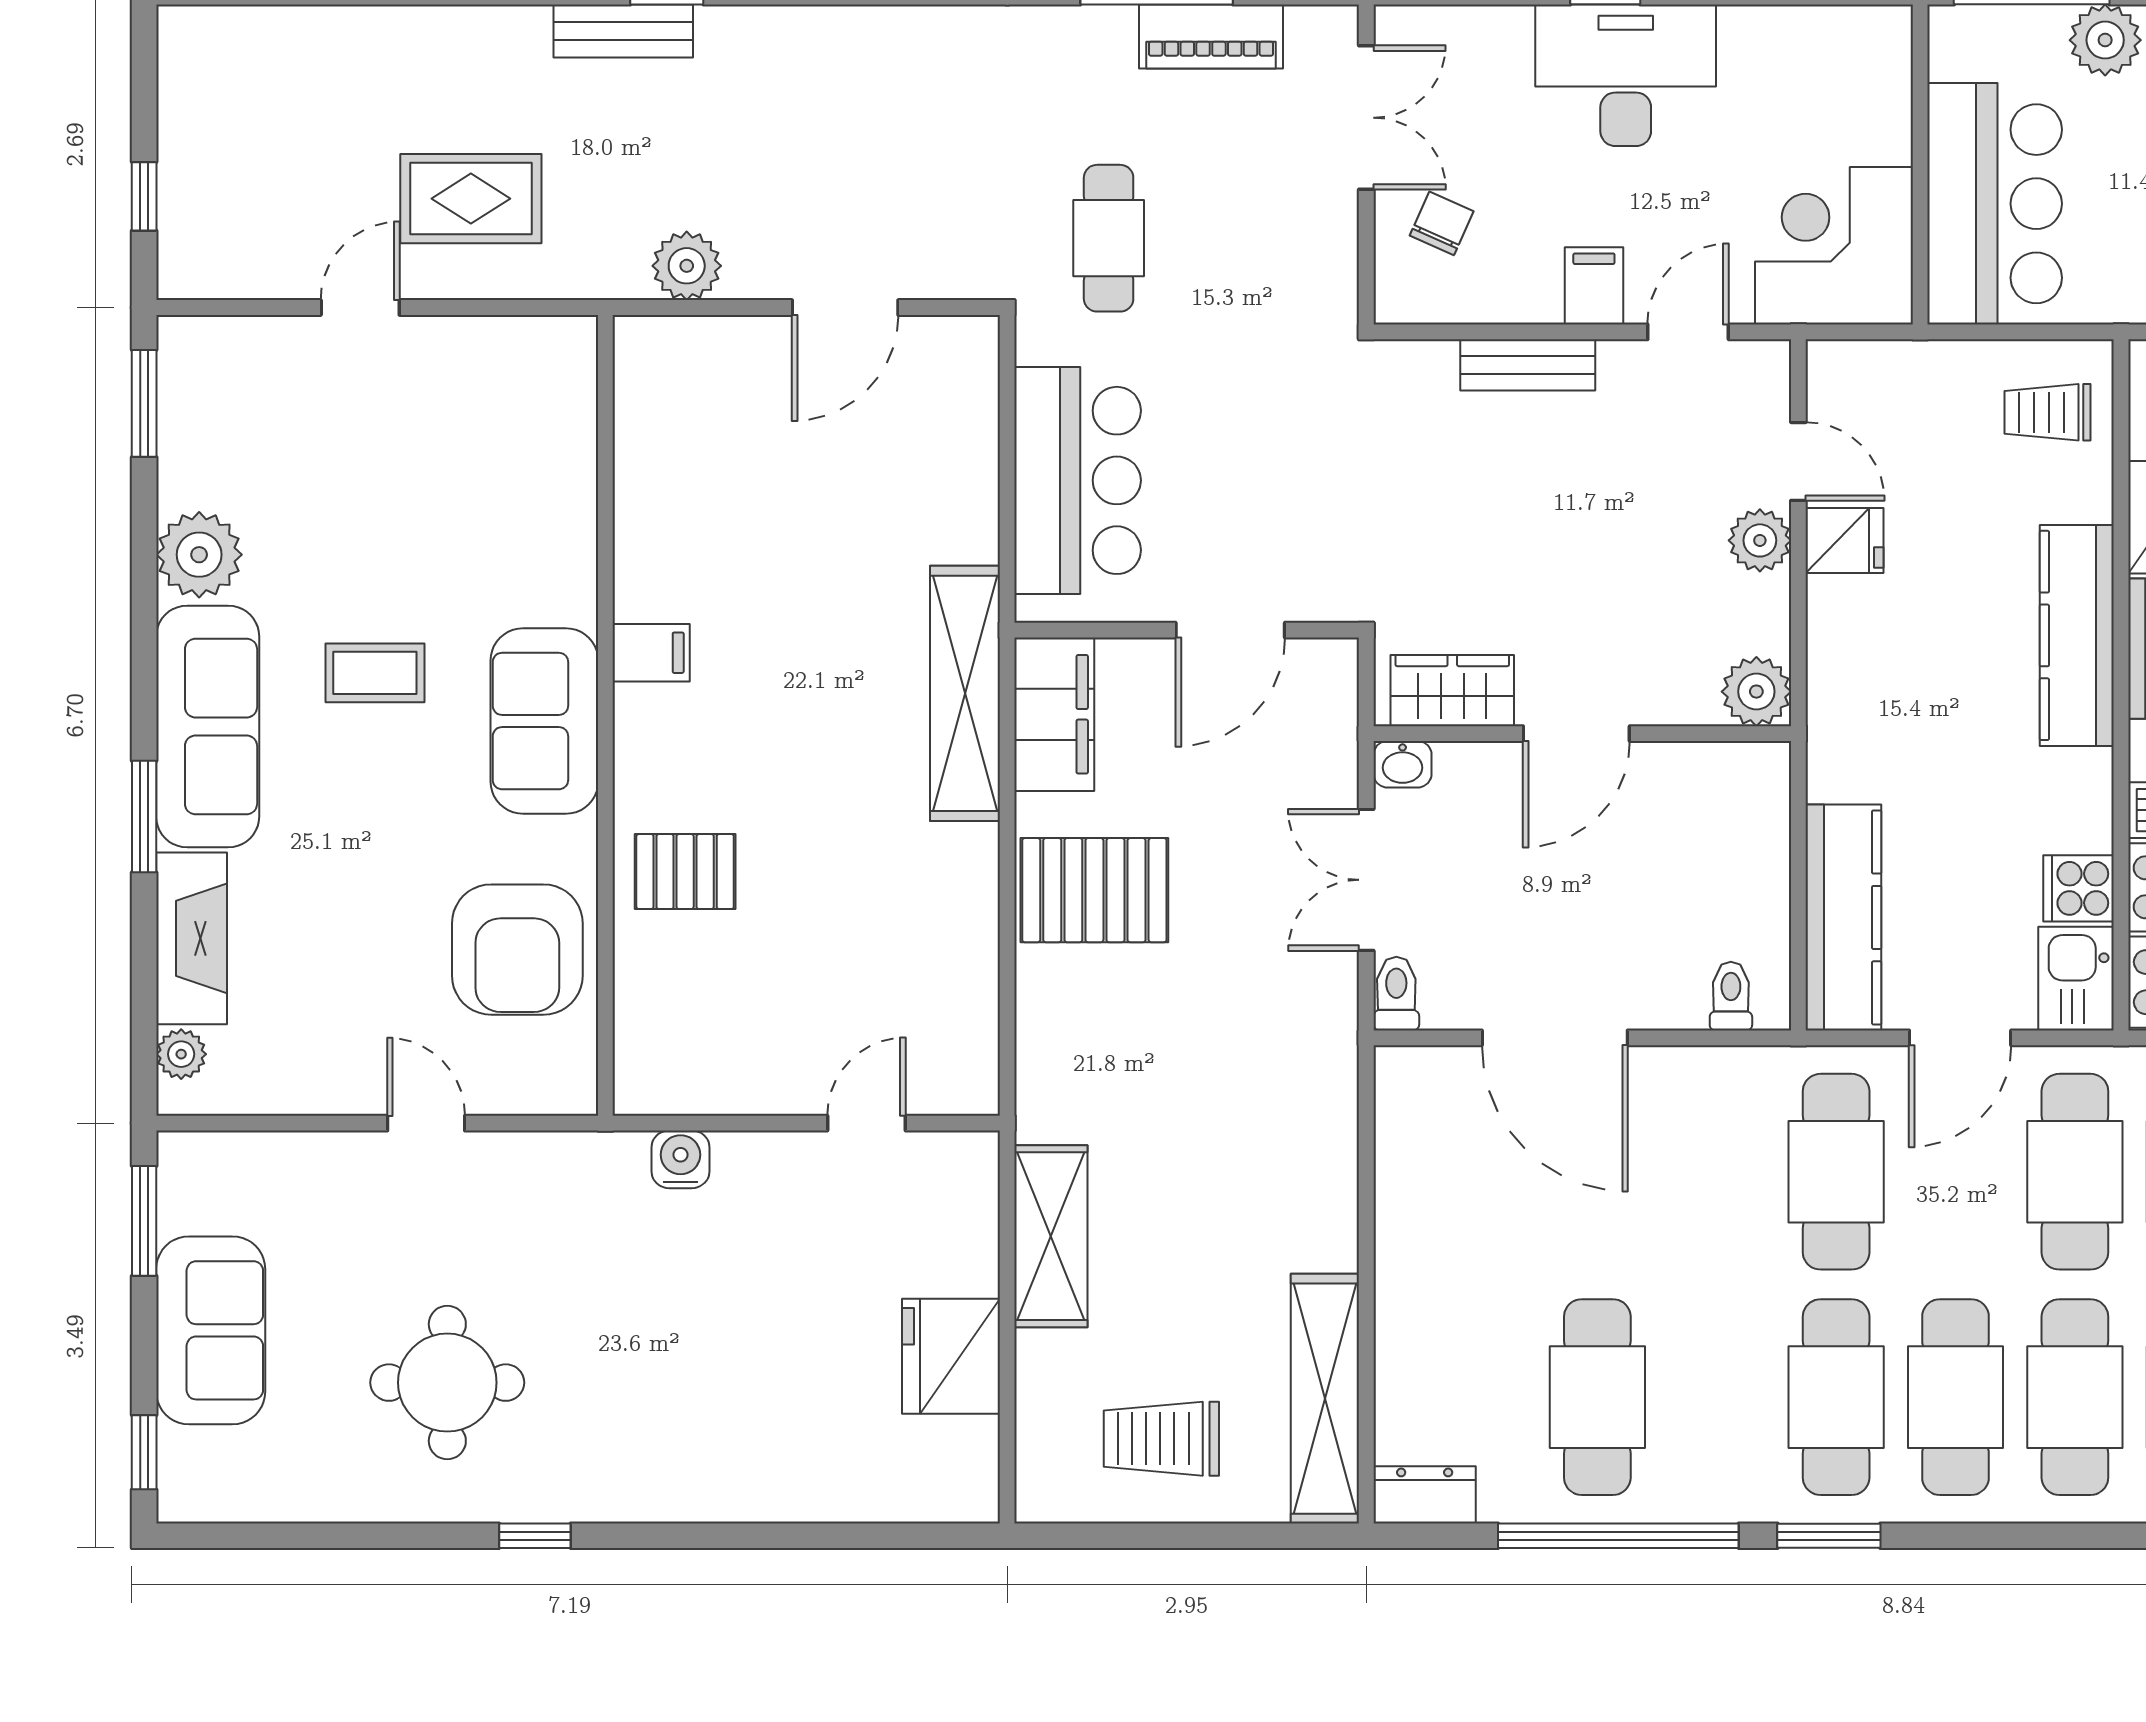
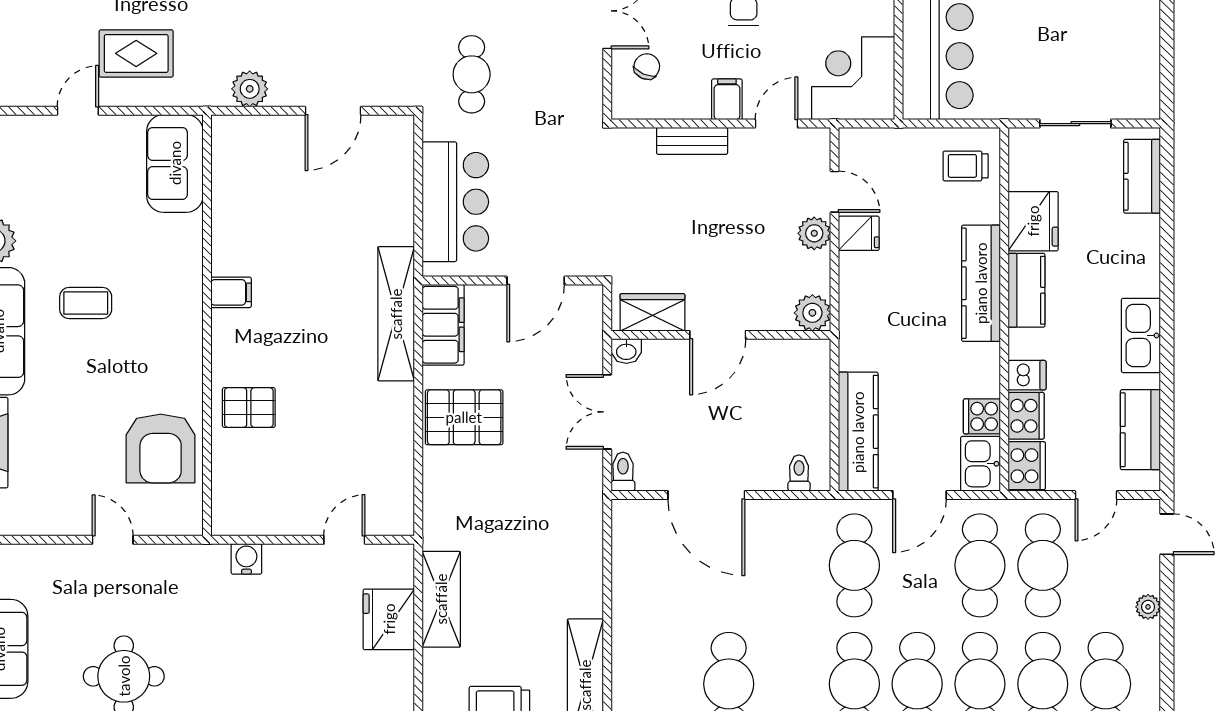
sofa: (544, 721) -> (175, 163), moved
fridge: (951, 1356) -> (389, 619), moved

